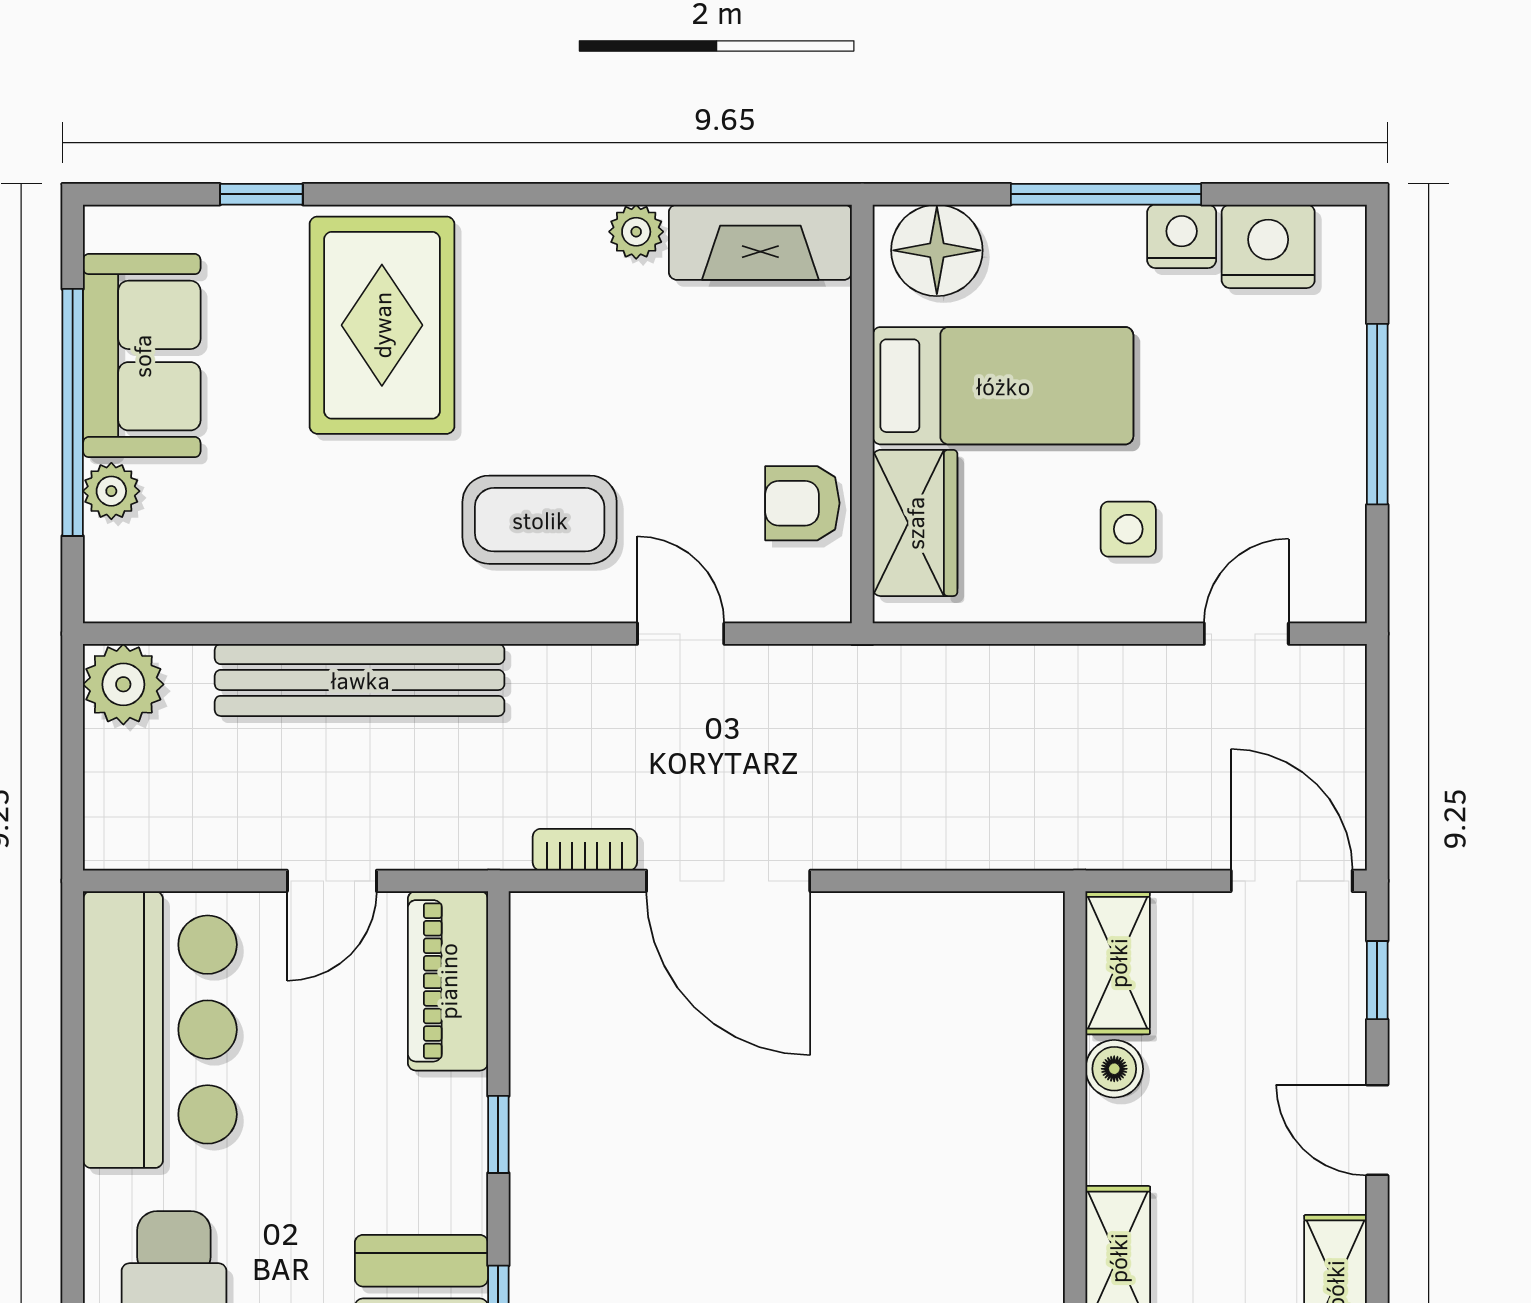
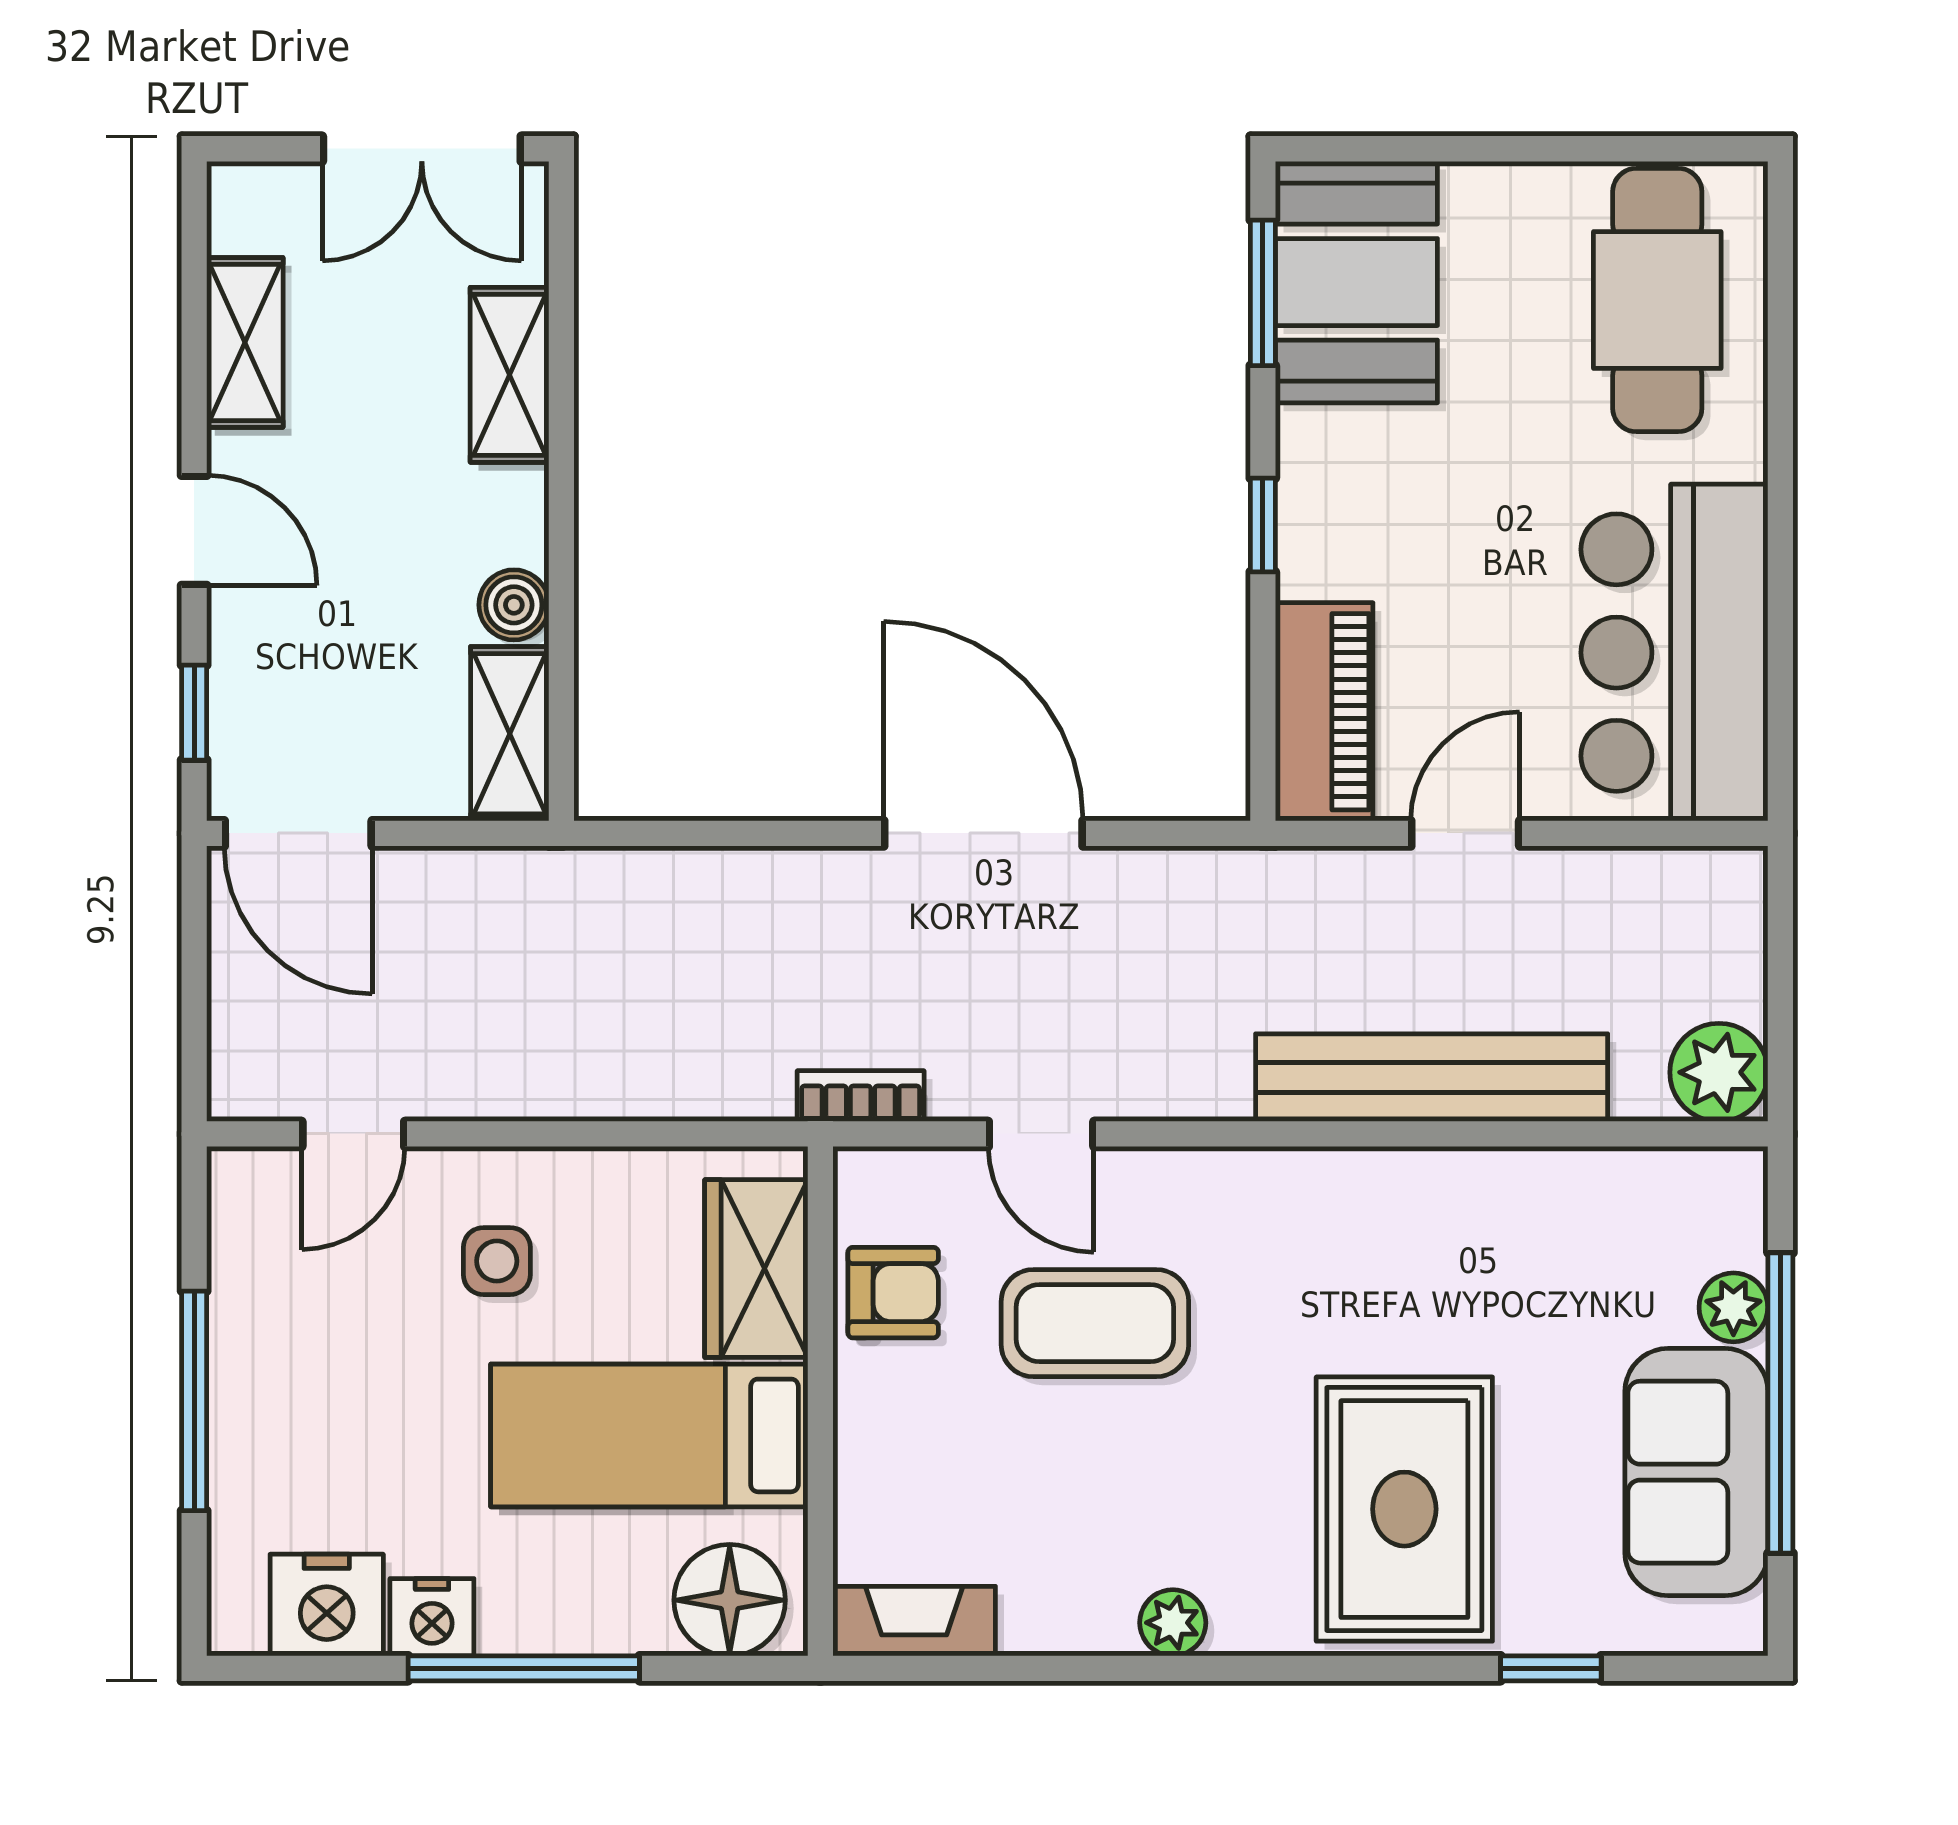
plant: (636, 232) -> (1173, 1623), moved
fireplace: (760, 242) -> (914, 1621), width x0.73, depth x0.76
coffee table: (540, 520) -> (1095, 1323), moved
bookcase: (585, 850) -> (861, 1096), moved, turned 180

